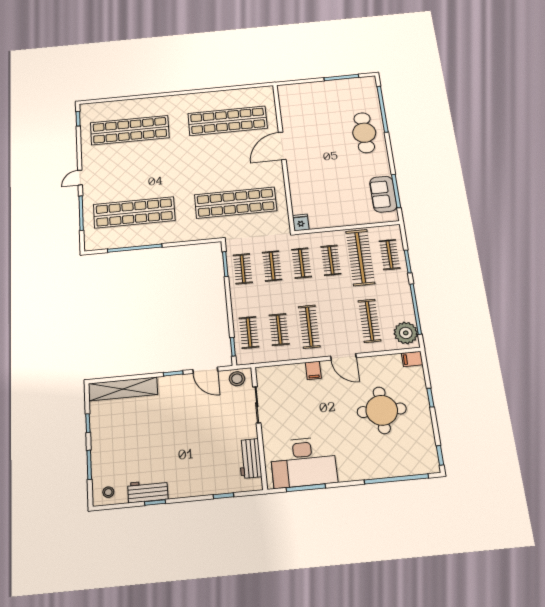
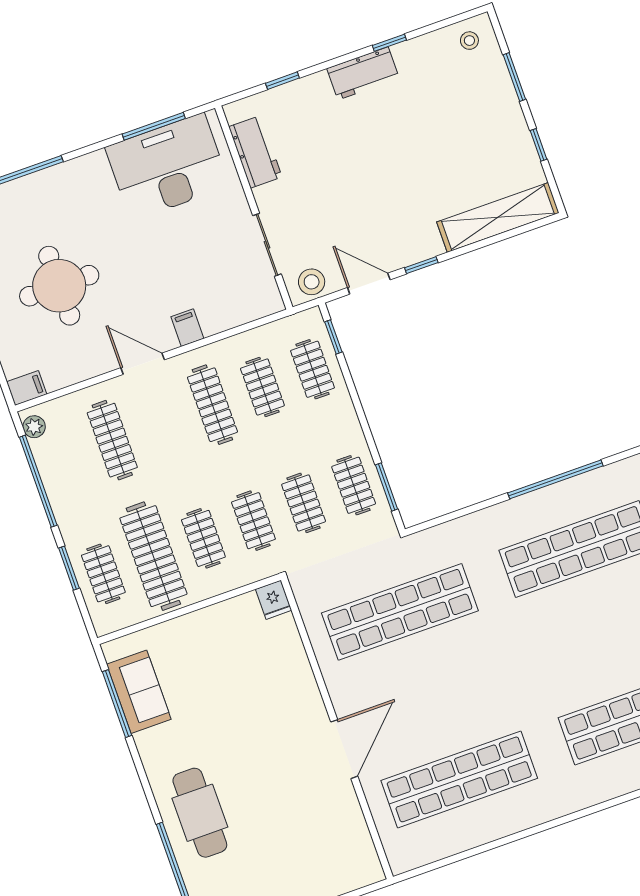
plant: (406, 333) -> (34, 427), width x0.53, depth x0.53
workbench: (148, 491) -> (363, 73), moved

